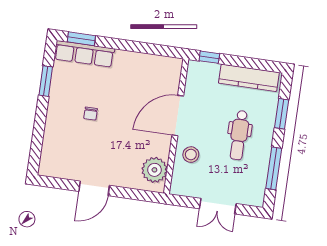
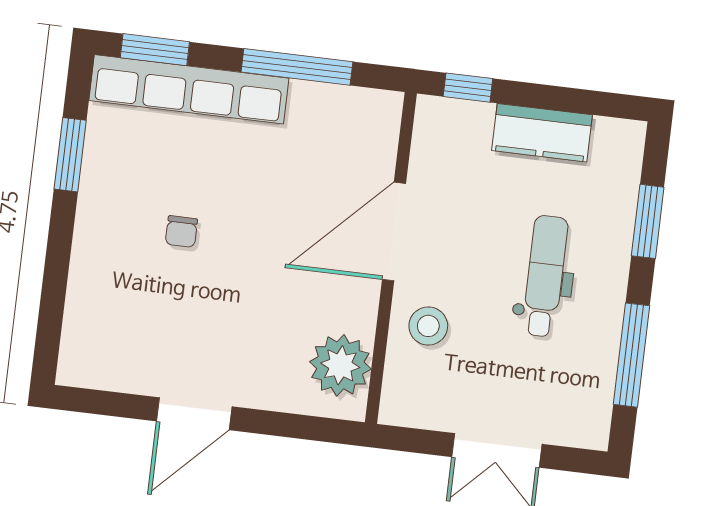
window: (139, 47) -> (297, 67), added
row of seats: (84, 54) -> (189, 89), width x1.36
kitchen counter: (249, 78) -> (542, 133), width x0.67
dental chair: (239, 135) -> (545, 276), turned 180

